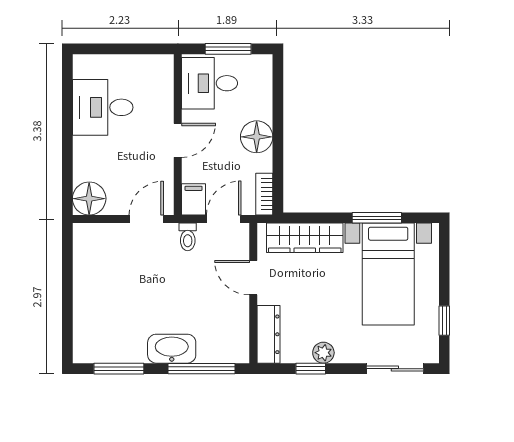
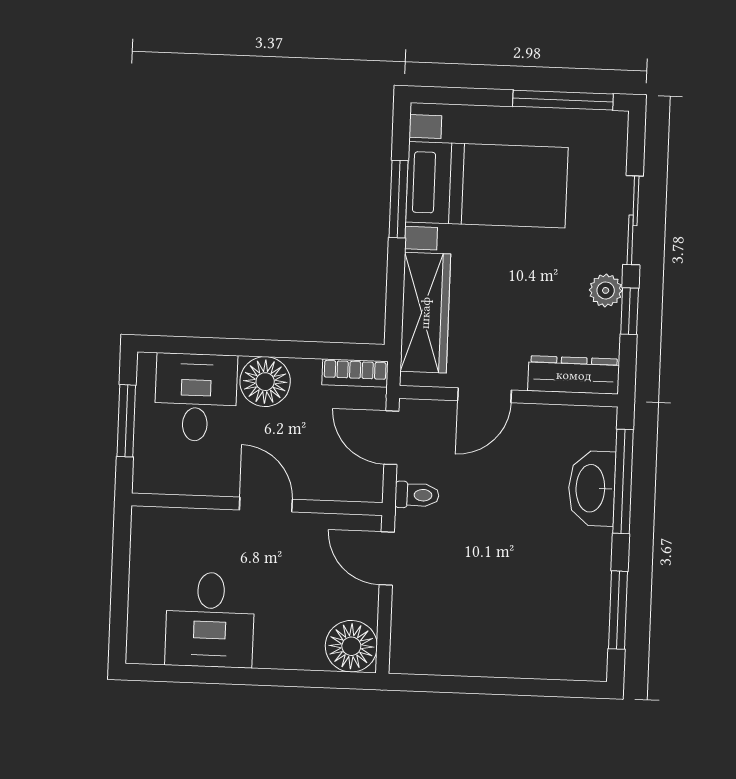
desk: (210, 83) -> (196, 397), moved, turned 180
filing cabinet: (194, 199) -> (359, 484), removed
window: (444, 321) -> (563, 100), width x2.17
washbasin: (172, 349) -> (592, 488), moved
sliding door: (395, 369) -> (633, 220), moved

